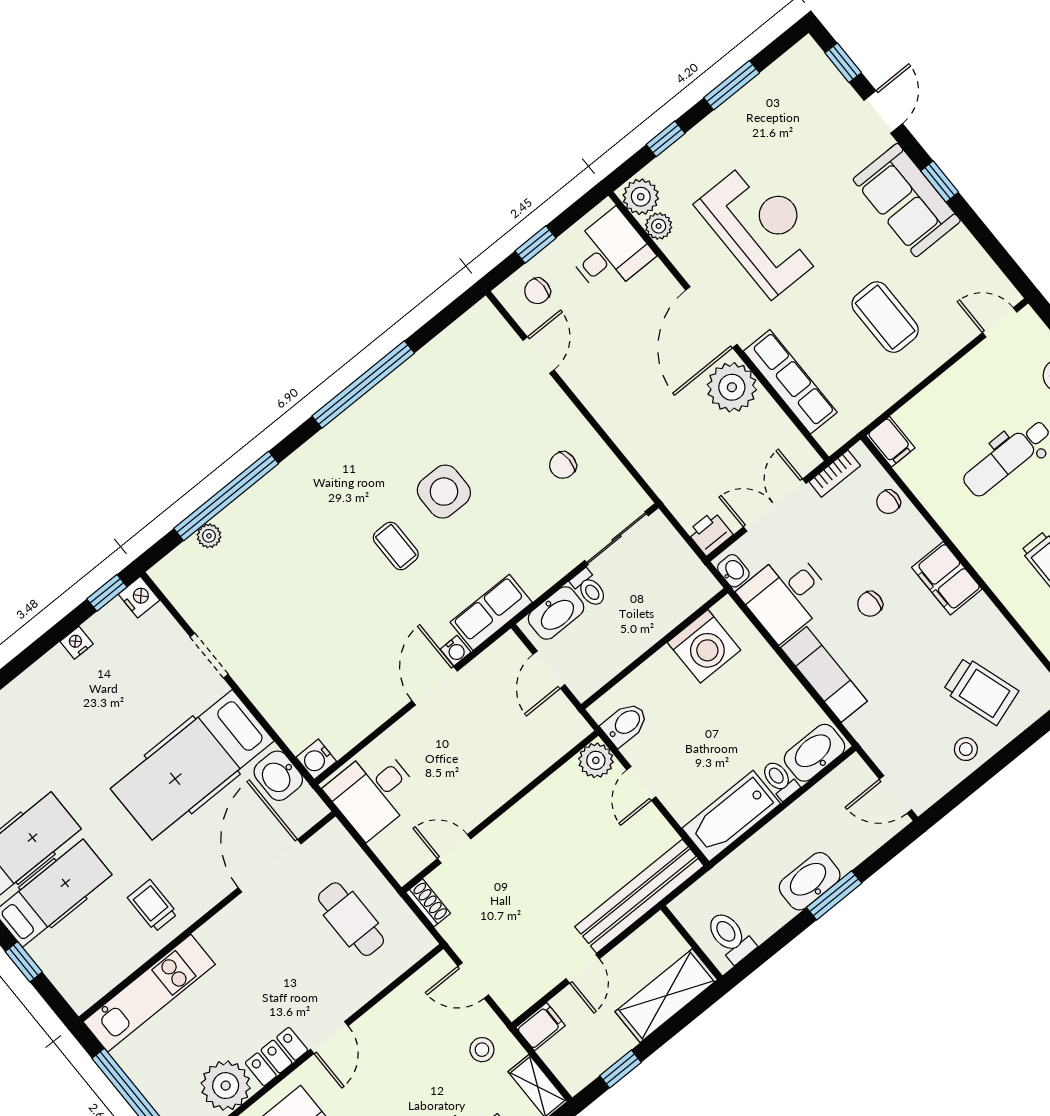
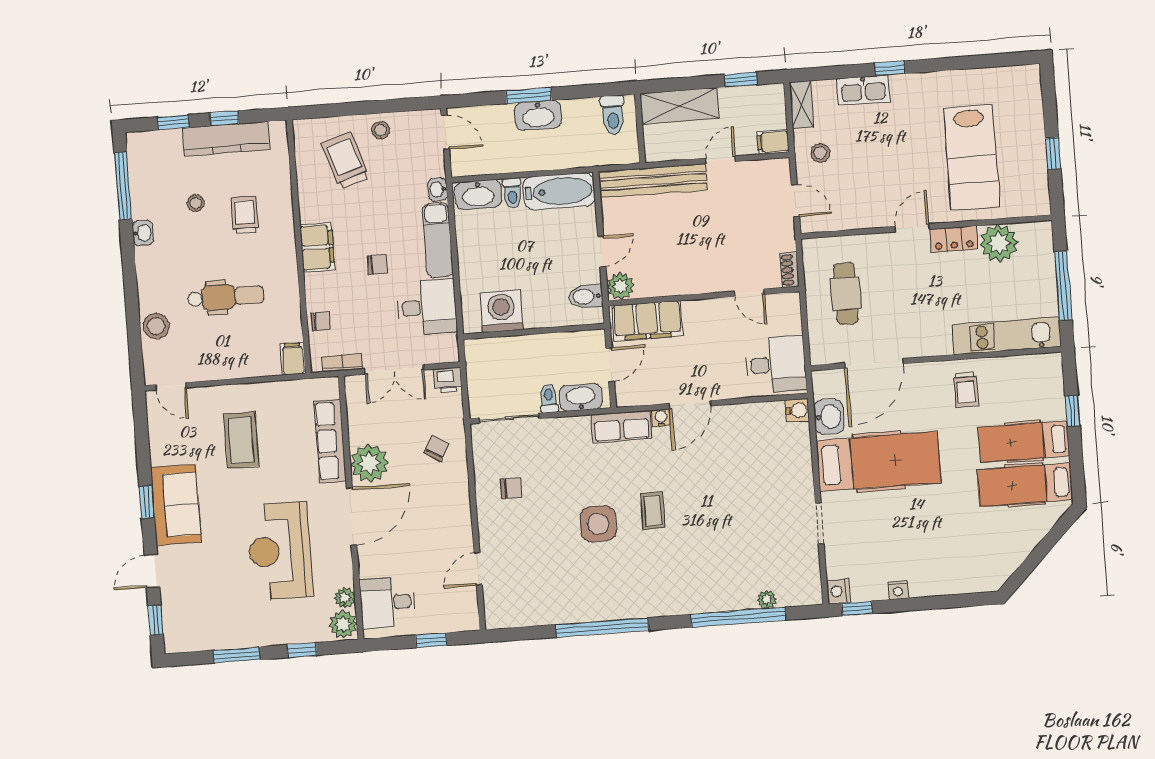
chair: (537, 291) -> (436, 448), moved, turned -59
washbasin: (733, 571) -> (438, 189), moved
filing cabinet: (542, 743) -> (647, 321), added

